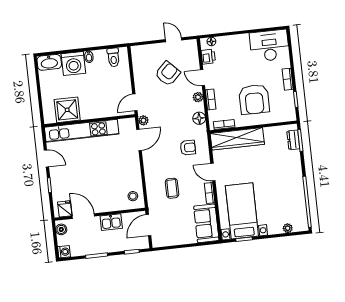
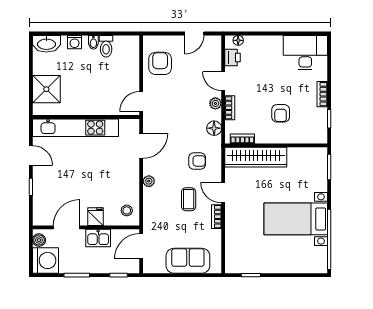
door: (174, 40) -> (194, 33), swing flipped
toilet: (113, 57) -> (106, 46), moved
washing machine: (73, 64) -> (75, 42), width x0.53, depth x0.53
armchair: (168, 73) -> (160, 63), moved, turned -46
armchair: (254, 99) -> (281, 113), width x0.53, depth x0.53
shower: (67, 110) -> (46, 89), moved
plant: (143, 120) -> (149, 181), moved
dresser: (293, 140) -> (321, 166), removed
coffee table: (172, 188) -> (189, 199), moved
fridge: (65, 209) -> (95, 217), moved
bed with nightstands: (242, 211) -> (296, 219), moved, turned -90
door: (83, 216) -> (66, 227), hinge flipped
sofa: (206, 223) -> (188, 261), moved, turned 90
plant: (288, 228) -> (303, 268), removed
washing machine: (64, 252) -> (45, 260), width x1.89, depth x1.89

